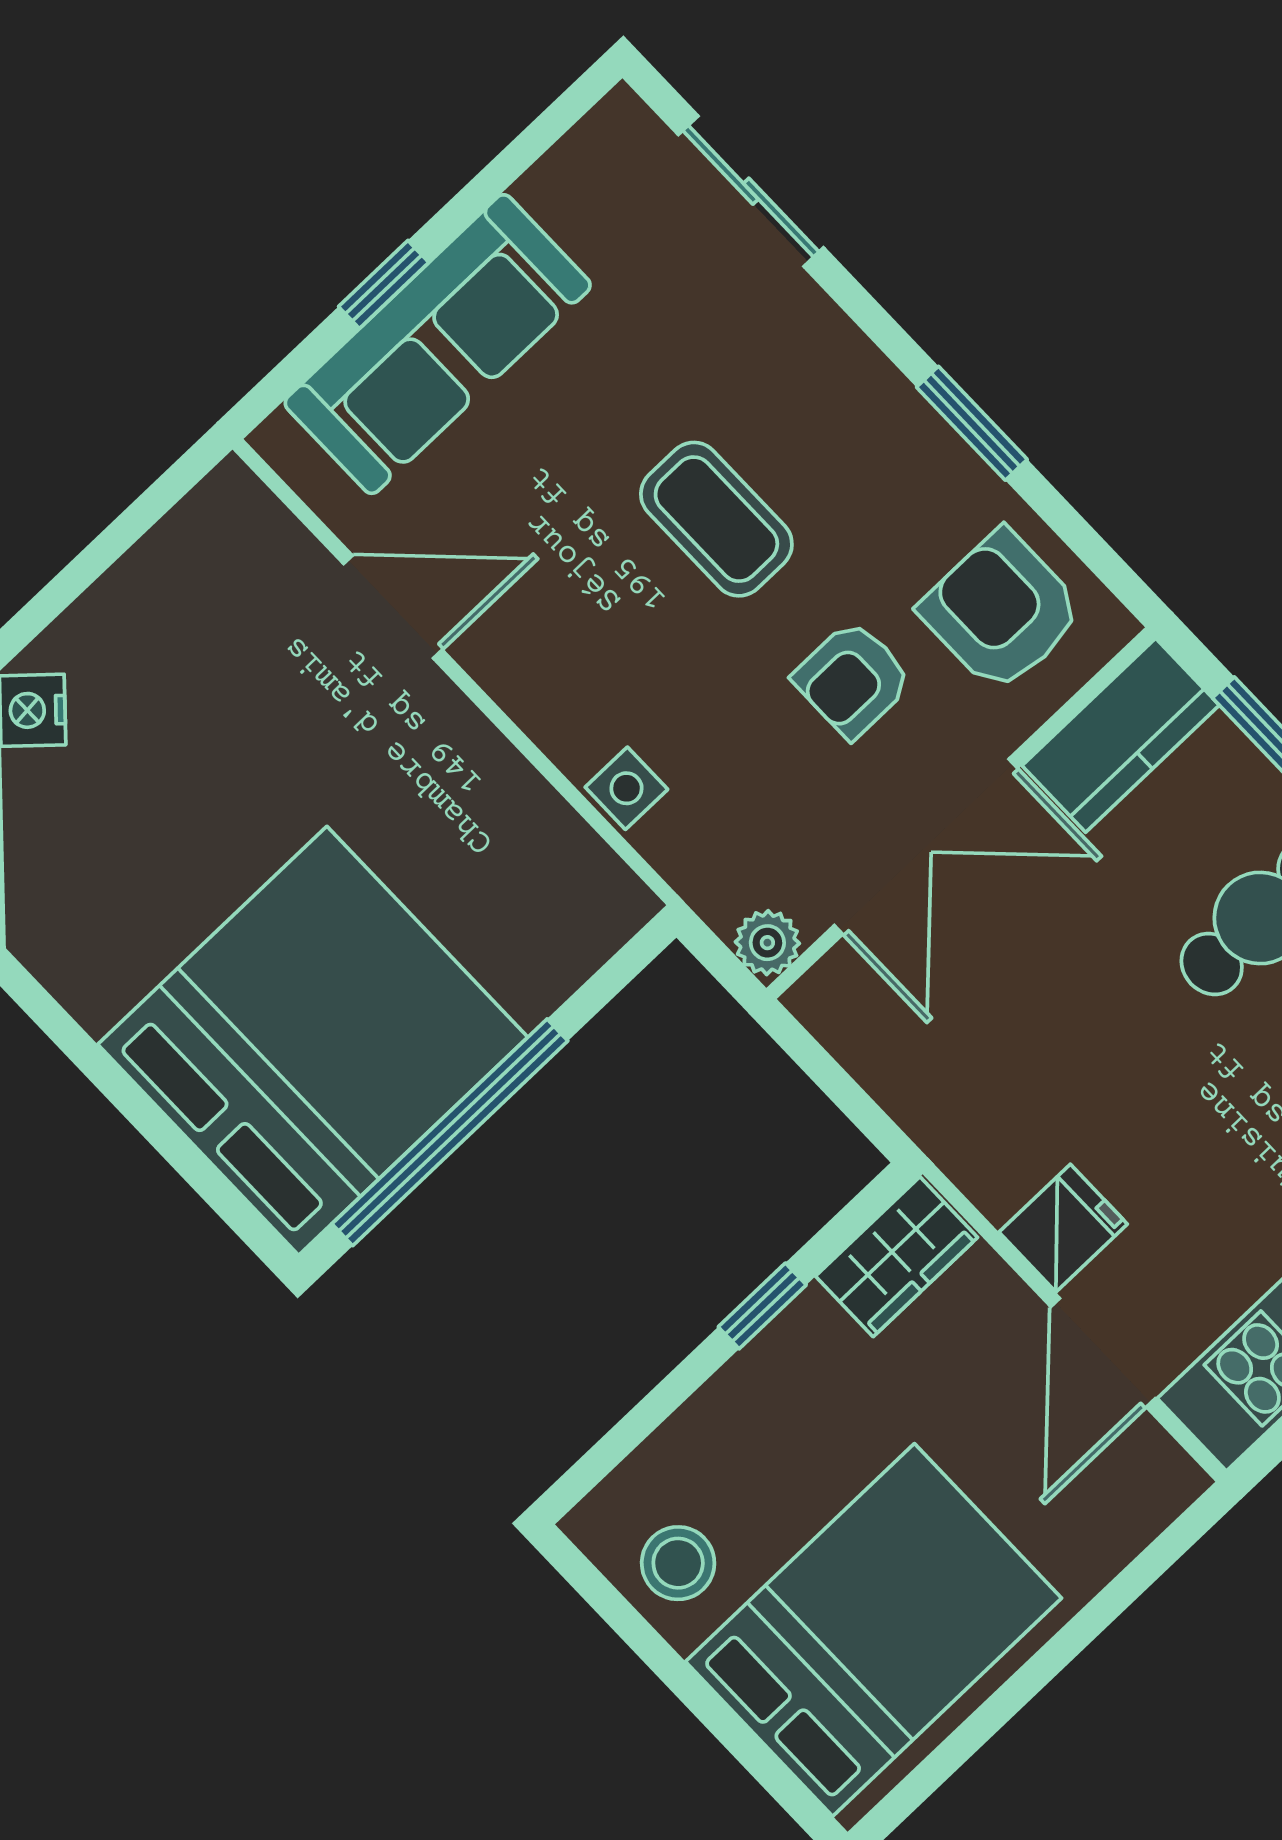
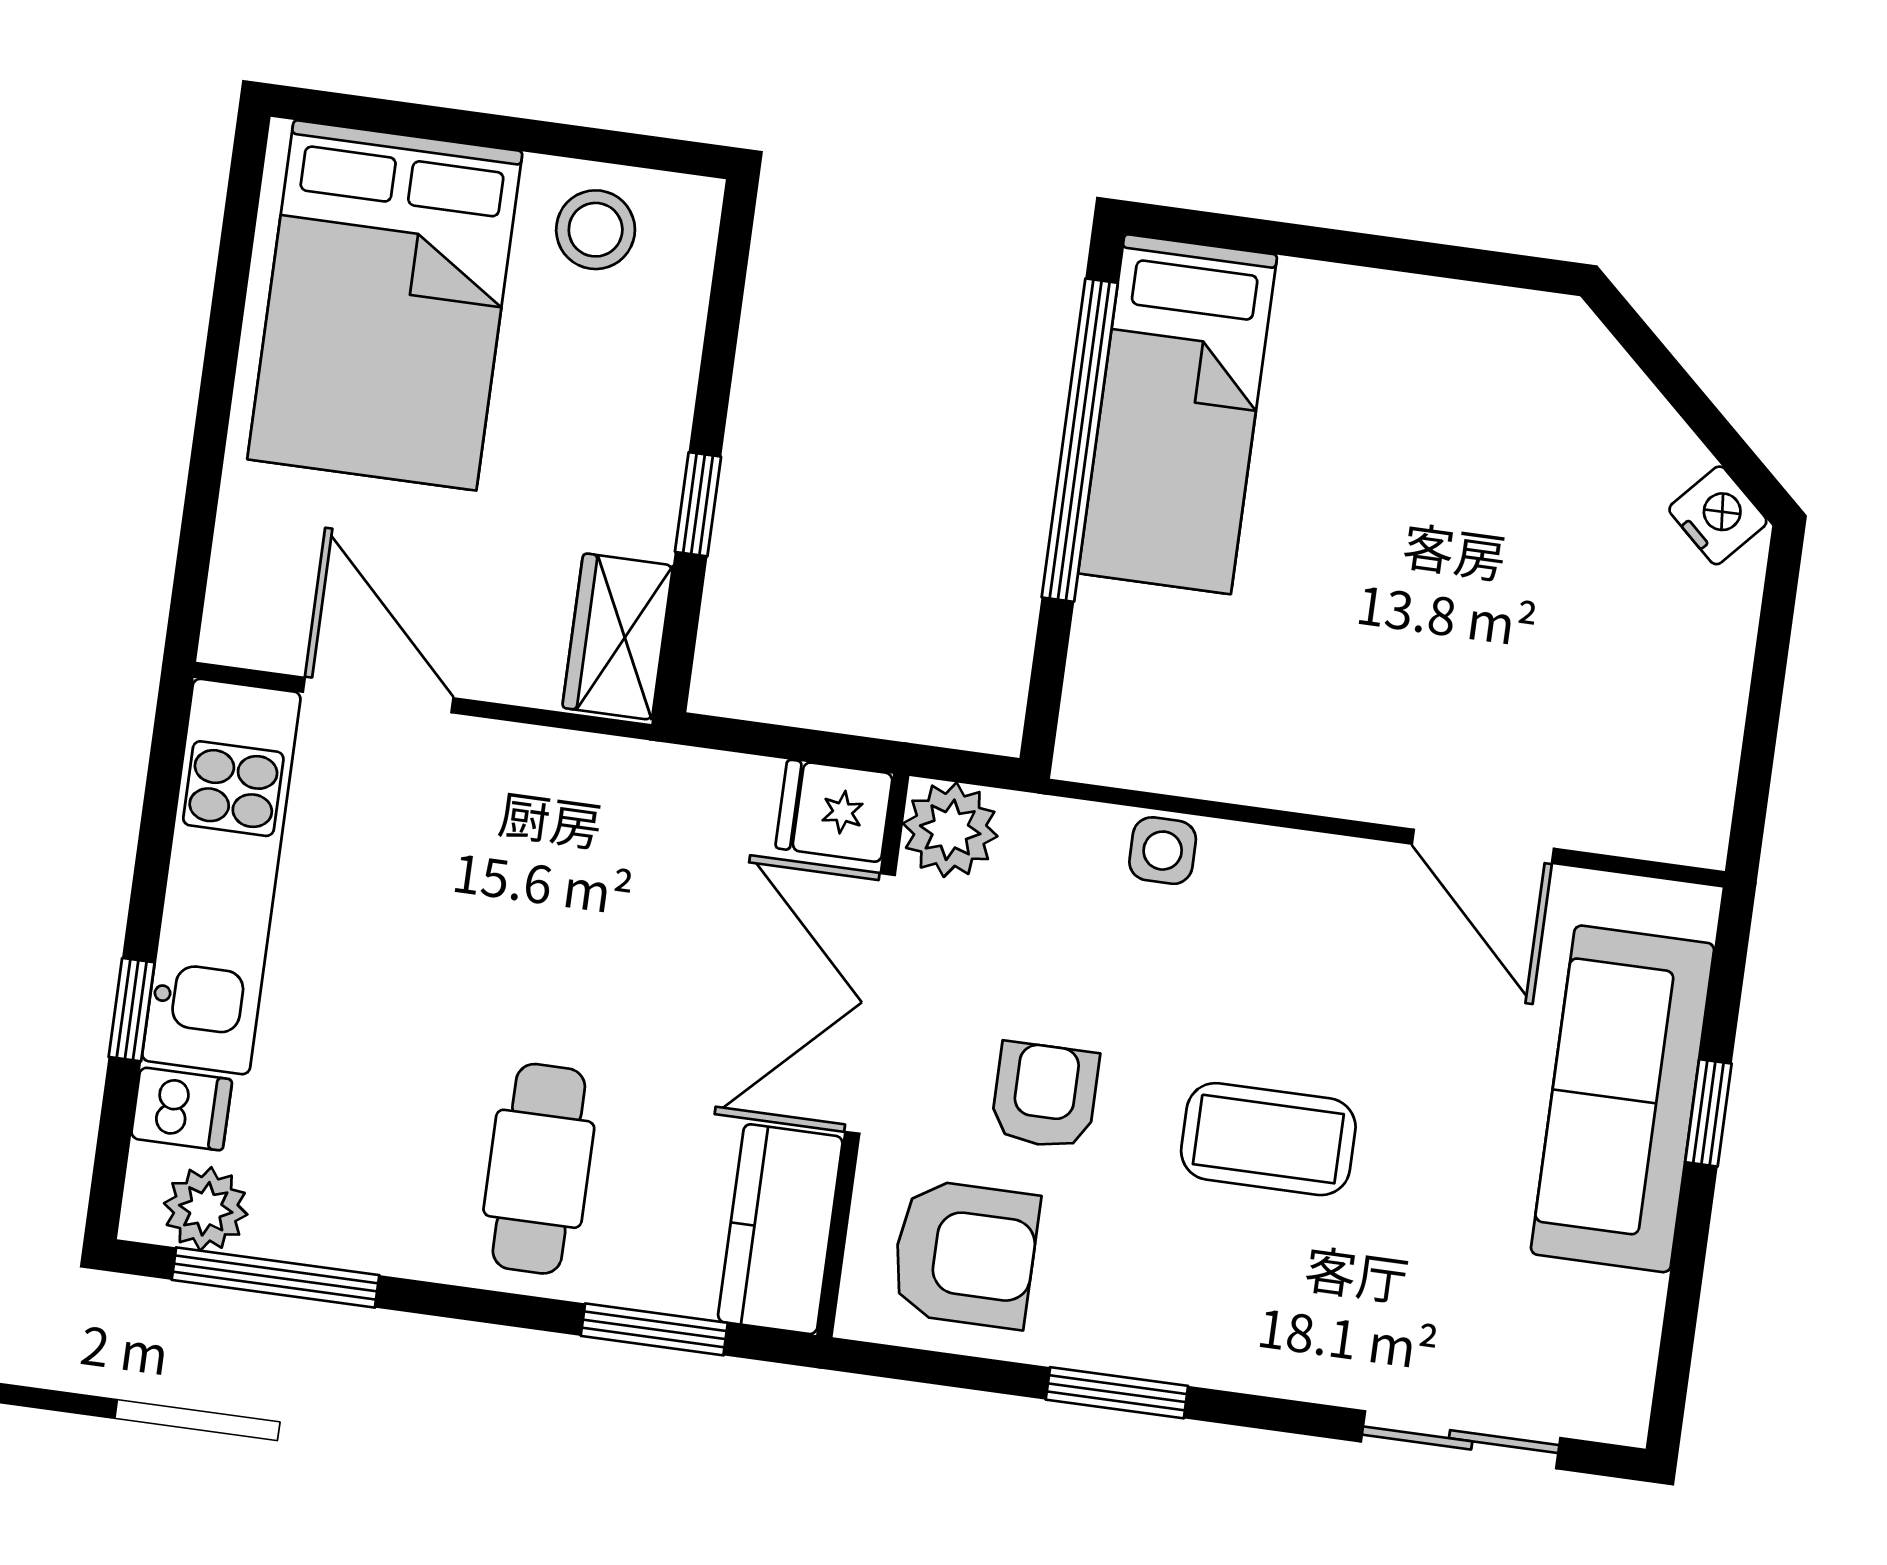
door: (393, 607) -> (1483, 846), hinge flipped
plant: (767, 943) -> (950, 830), width x1.38, depth x1.38
bed: (313, 1041) -> (1178, 414), width x0.49
fridge: (1063, 1228) -> (834, 811), moved, turned 90

